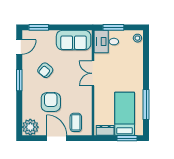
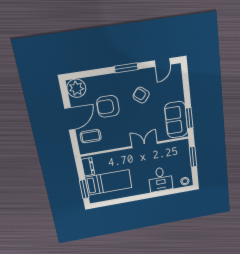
window: (39, 27) -> (189, 118), moved
desk: (106, 42) -> (160, 179), moved, turned 180
door: (19, 47) -> (162, 62), hinge flipped
armchair: (51, 102) -> (108, 106), turned 180
window: (146, 105) -> (121, 201), removed

